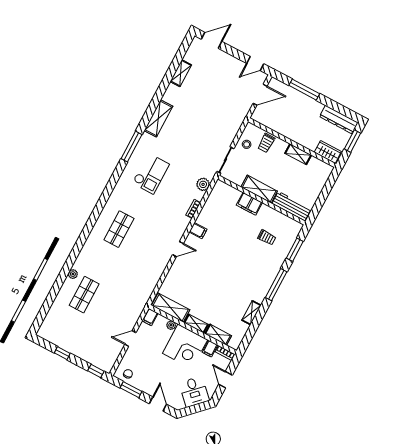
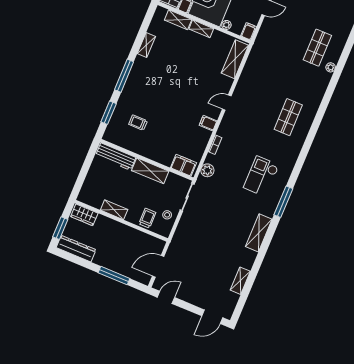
filing cabinet: (249, 204) -> (183, 165), moved
shelving: (171, 308) -> (235, 59), moved, turned 90

